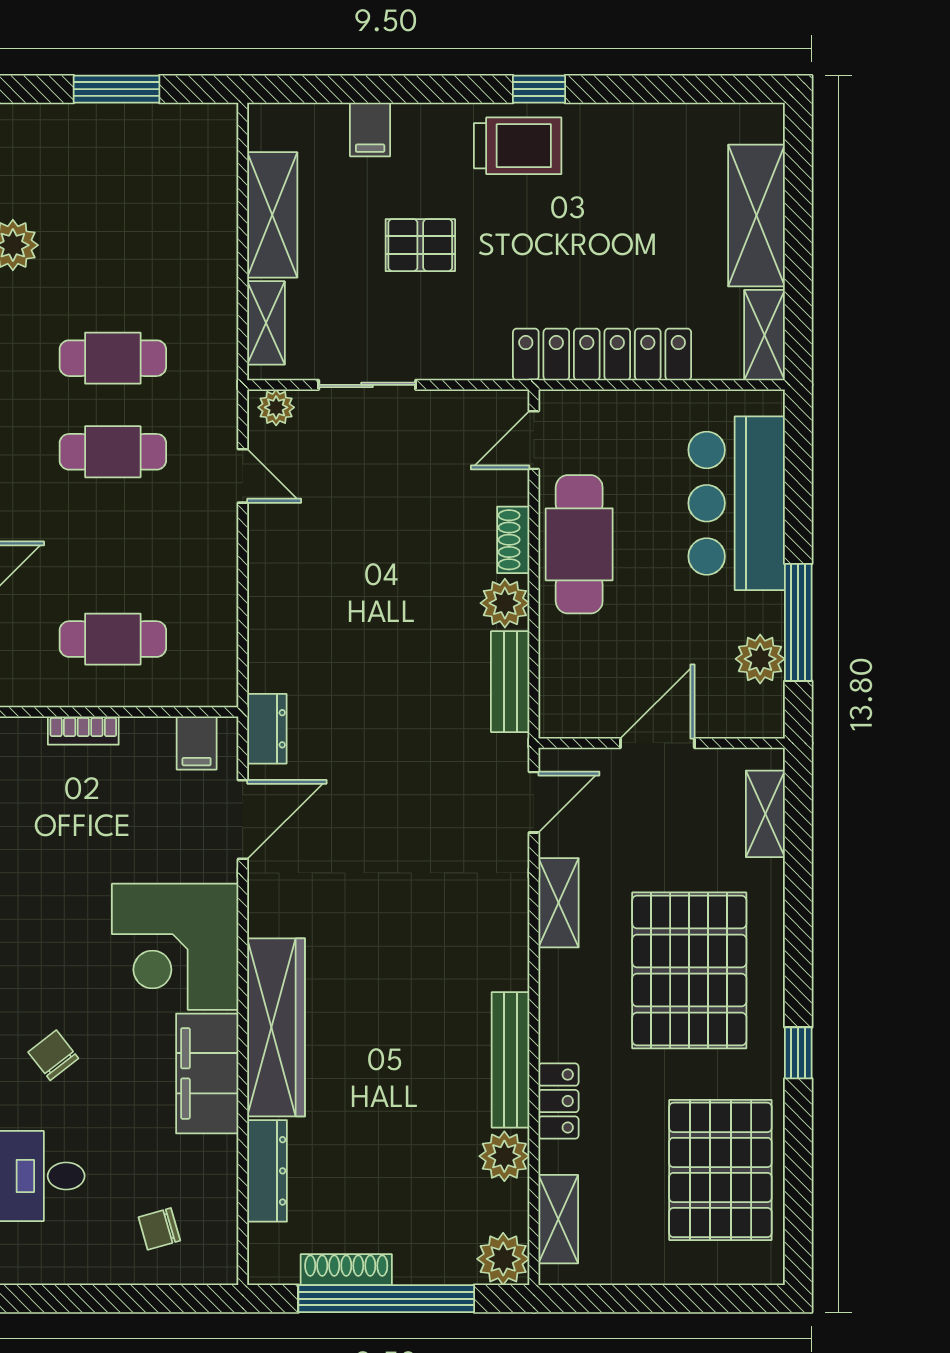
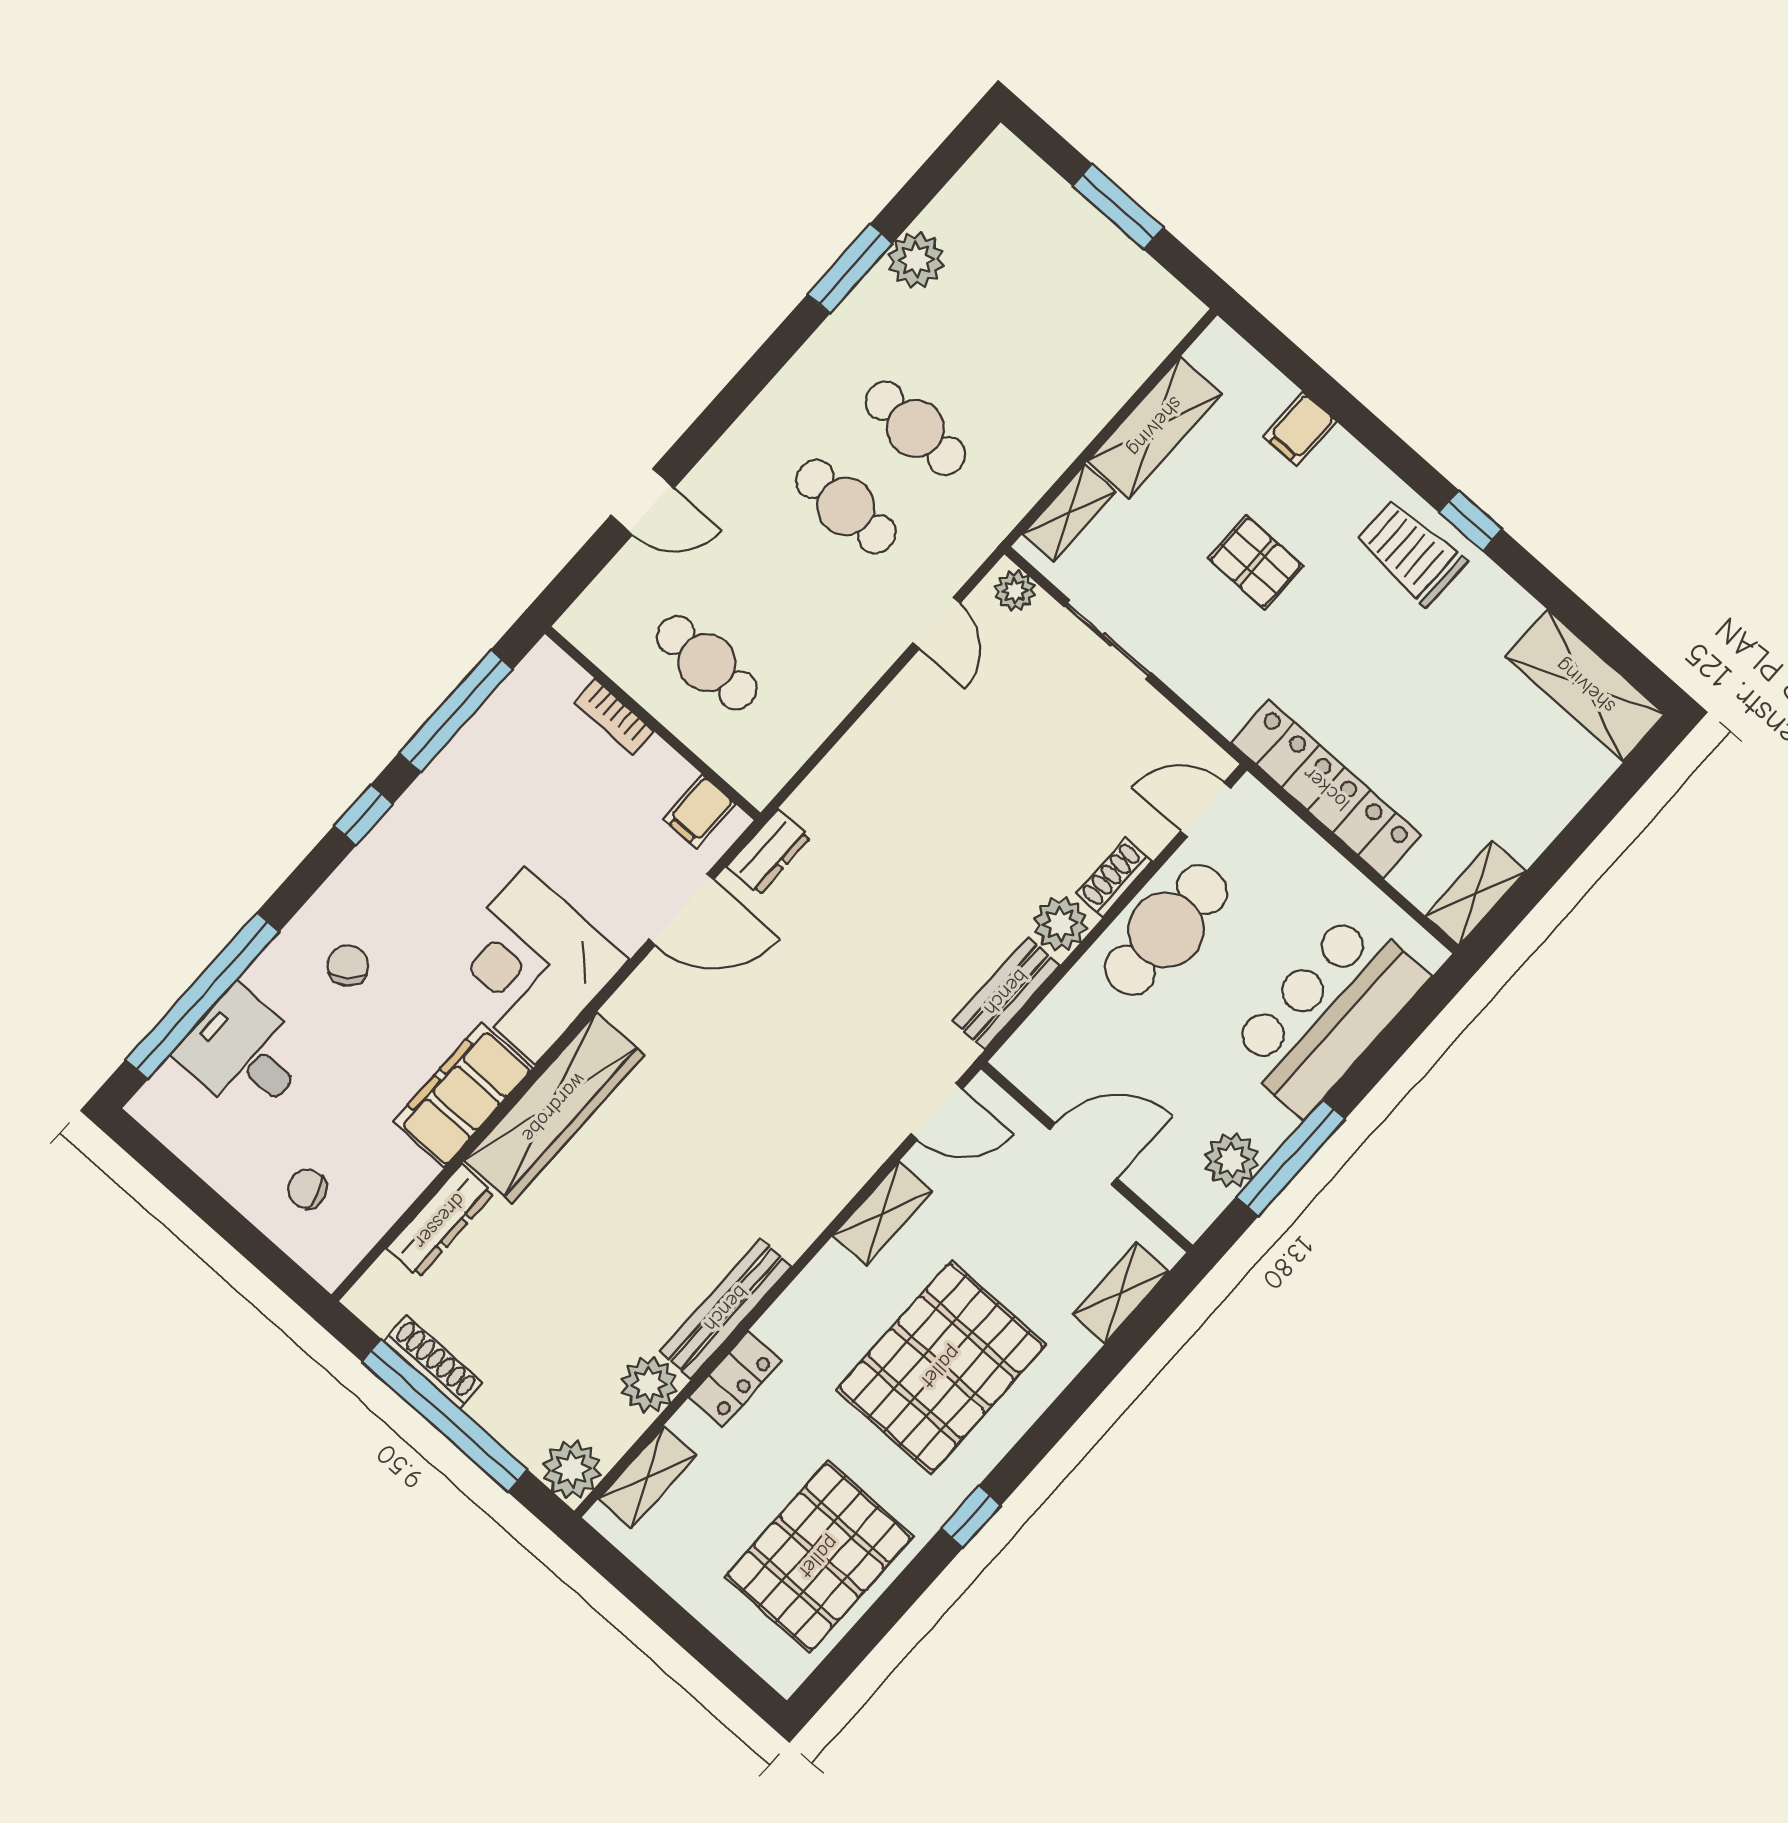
trolley: (518, 146) -> (1411, 552), turned 180
shelving: (756, 216) -> (1585, 686), moved, turned 90

